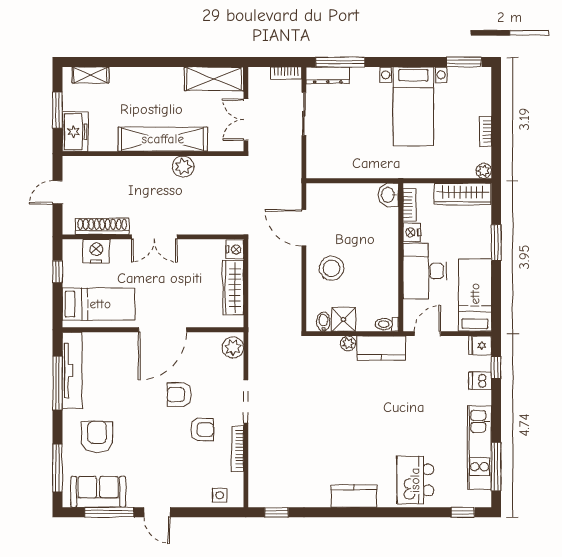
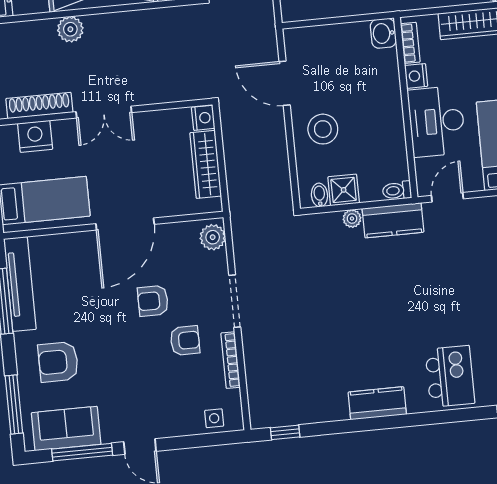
plant: (183, 167) -> (70, 29), moved
armchair: (97, 437) -> (58, 362), turned -90
kitchen island: (415, 480) -> (450, 376), turned 180

